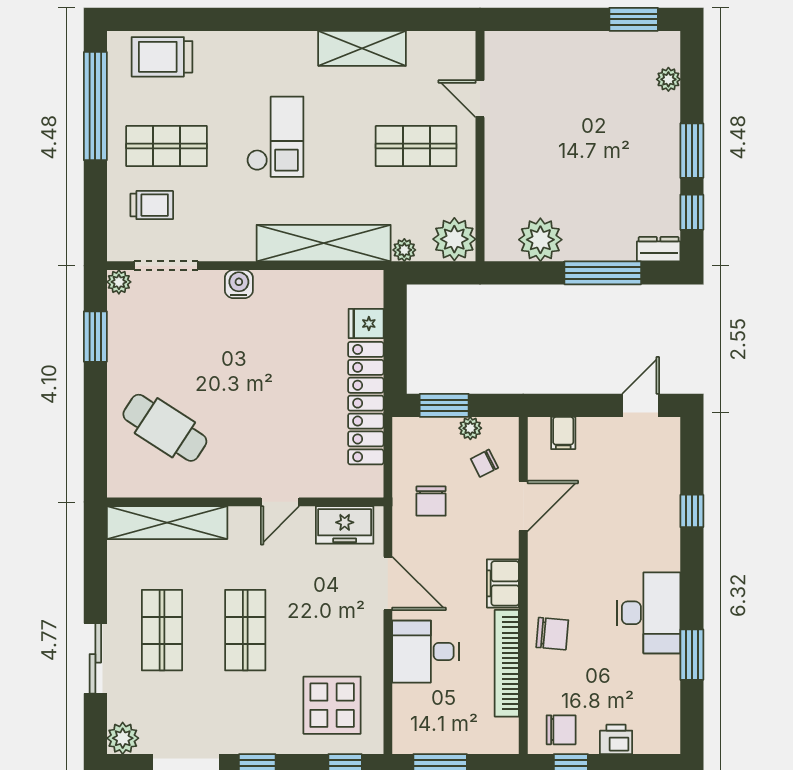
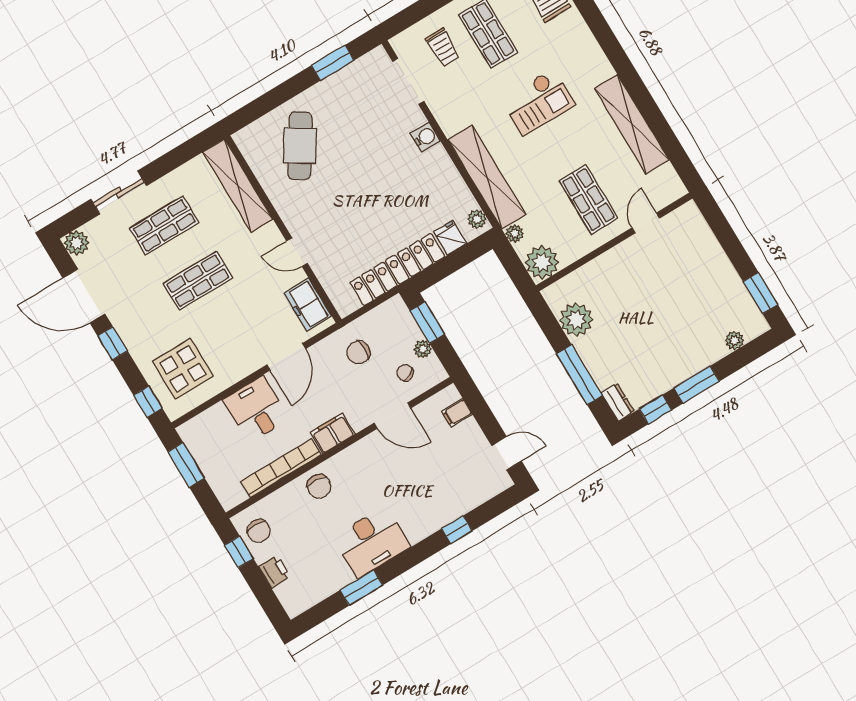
shelving: (362, 48) -> (632, 124), width x1.47
plant: (119, 282) -> (477, 219), moved

